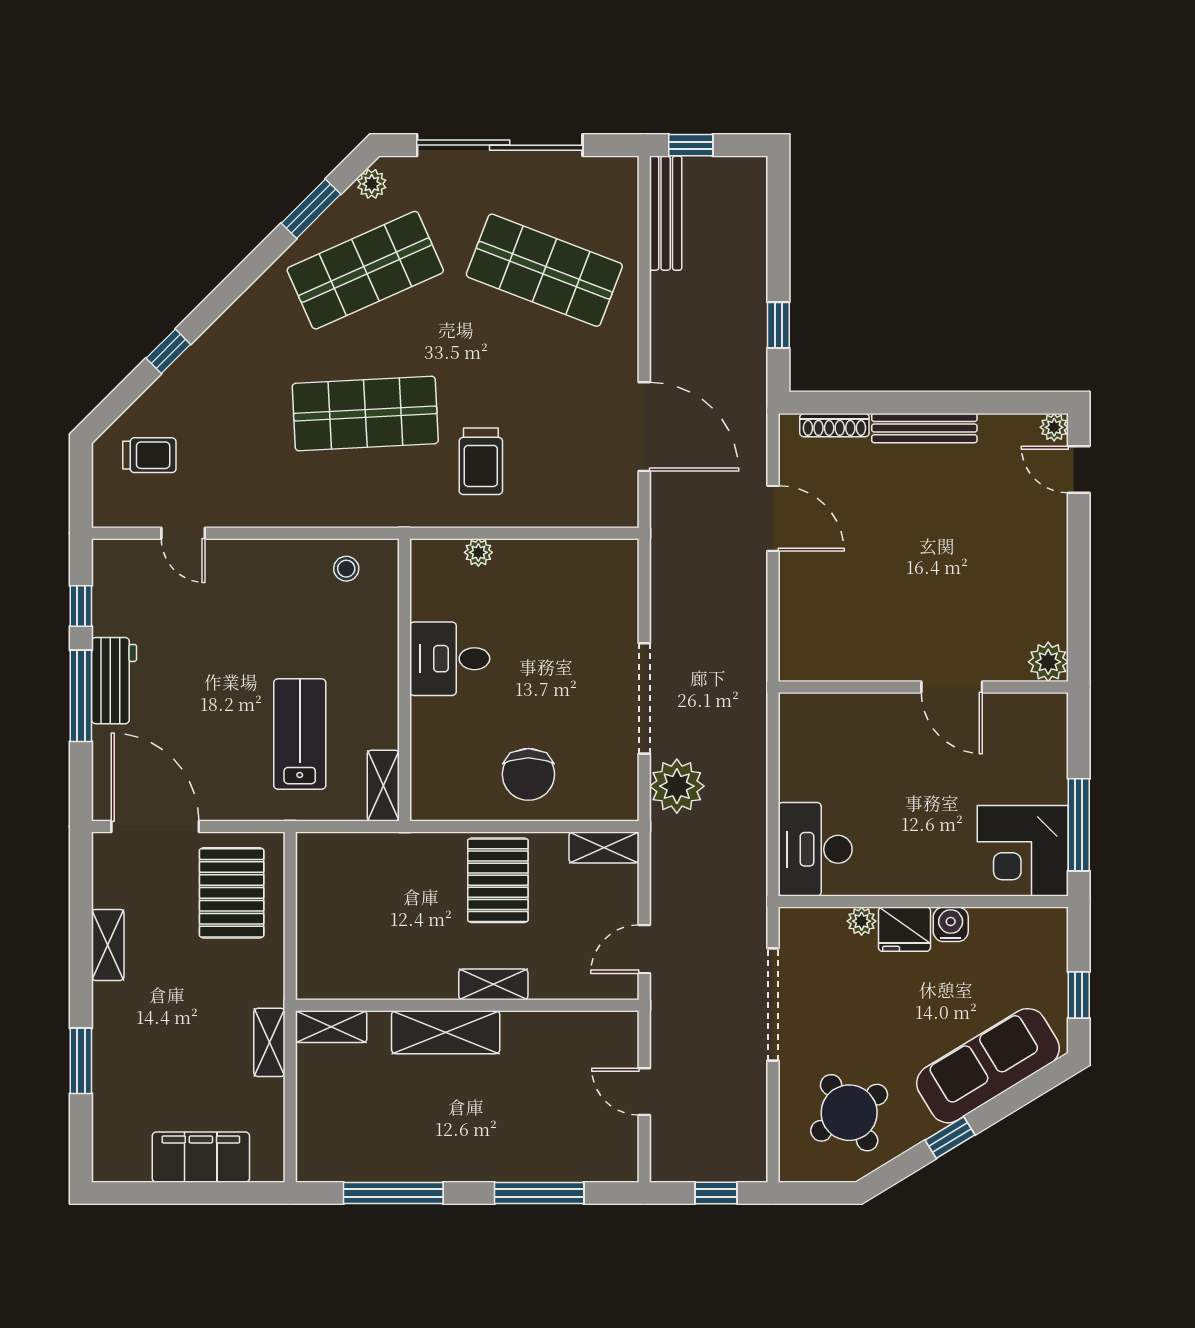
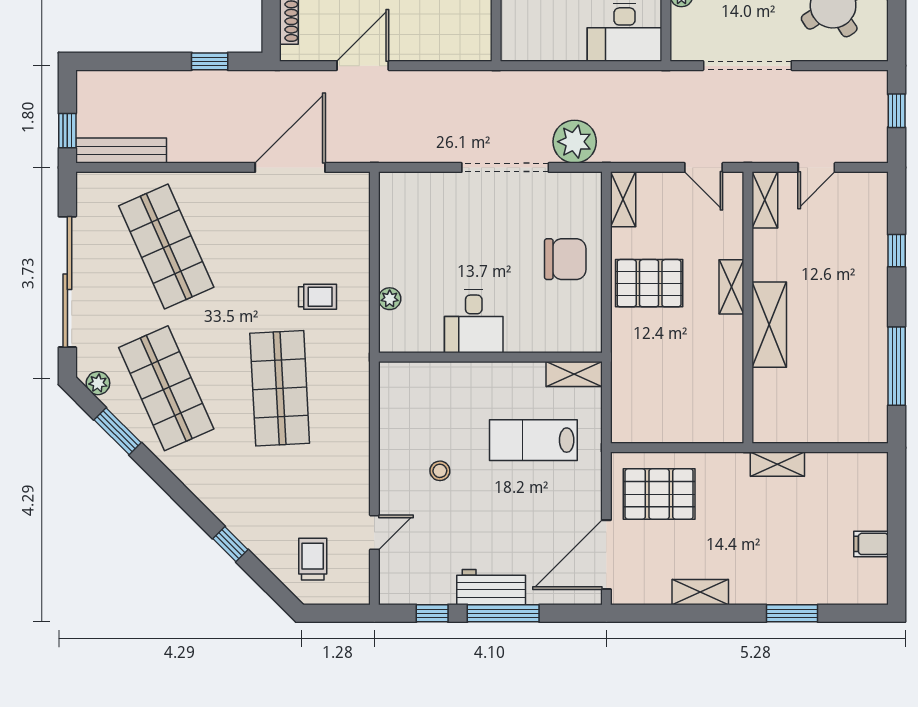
shop shelf: (544, 270) -> (166, 247), turned -45
trolley: (481, 461) -> (317, 297), width x0.73, depth x0.72
stool: (346, 569) -> (440, 471), moved
shelving: (331, 1027) -> (765, 200), moved
filing cabinet: (201, 1157) -> (871, 544), width x0.33, depth x0.86
window: (539, 1193) -> (897, 251), width x0.46

